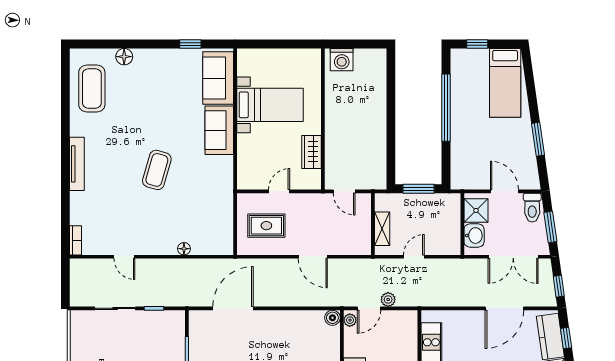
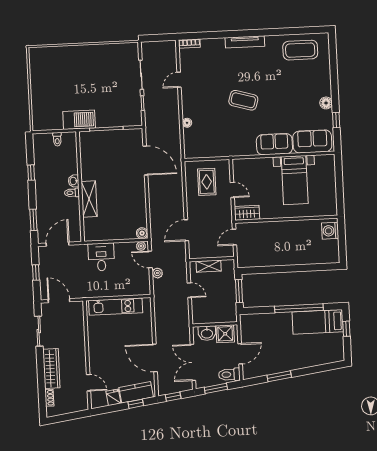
floor lamp: (124, 57) -> (326, 103), moved
bed: (505, 83) -> (318, 322), moved
wardrobe: (311, 152) -> (247, 213), moved
door: (313, 257) -> (186, 230), moved

